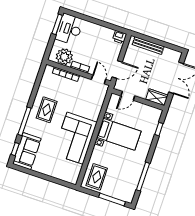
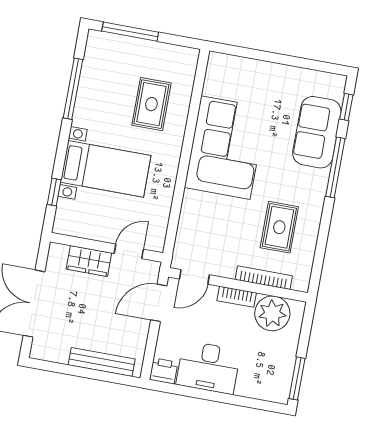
desk: (69, 29) -> (208, 367), moved, turned 90
door: (99, 79) -> (194, 277), hinge flipped
wardrobe: (157, 97) -> (89, 261), moved
rug: (47, 110) -> (279, 227), moved
bed with nightstands: (119, 134) -> (106, 169), moved, turned 180
sofa: (27, 151) -> (317, 132), moved
rug: (97, 177) -> (151, 104), moved

